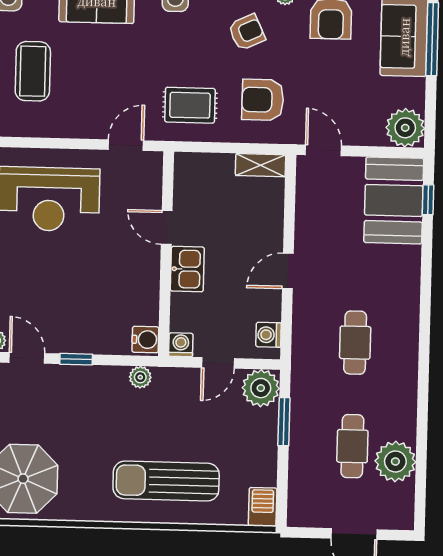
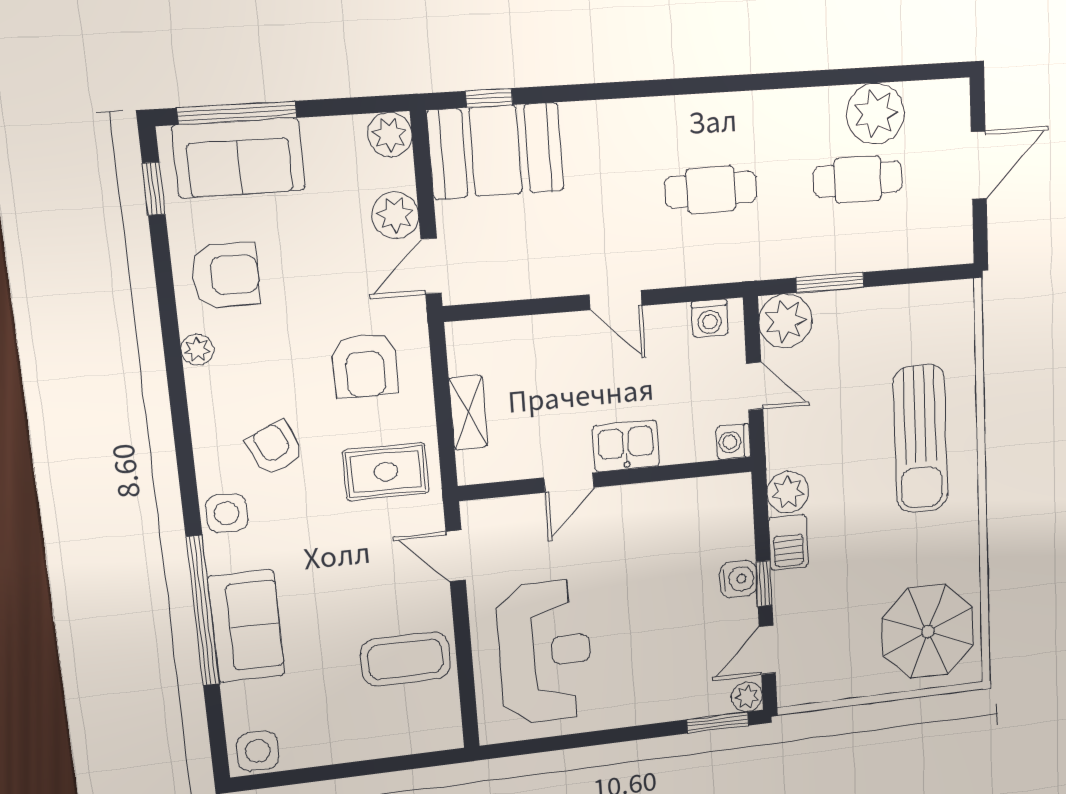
armchair: (247, 32) -> (275, 448), moved
coffee table: (33, 71) -> (406, 659), moved
rug: (190, 105) -> (386, 472), turned 90
plant: (405, 128) -> (390, 135), width x0.73, depth x0.73
plant: (359, 131) -> (395, 215), added
shelving: (261, 165) -> (468, 412), moved
water cooler: (145, 340) -> (739, 579), moved, turned 90
plant: (140, 377) -> (788, 492), width x1.38, depth x1.38
barbecue: (263, 507) -> (788, 542), moved, turned -90

